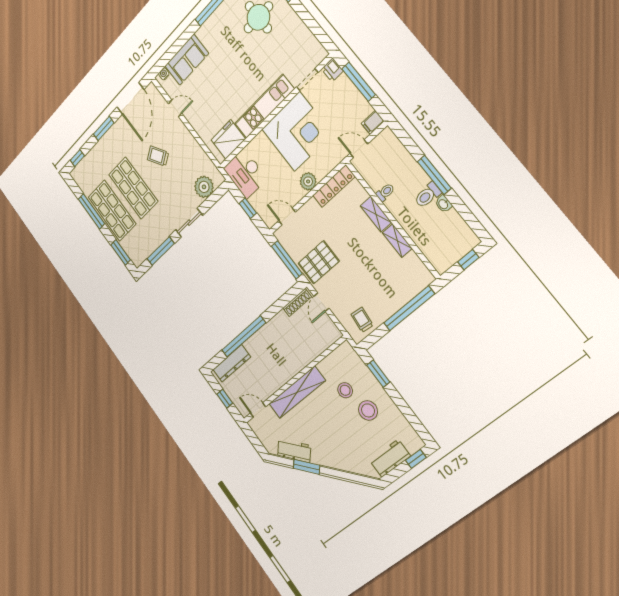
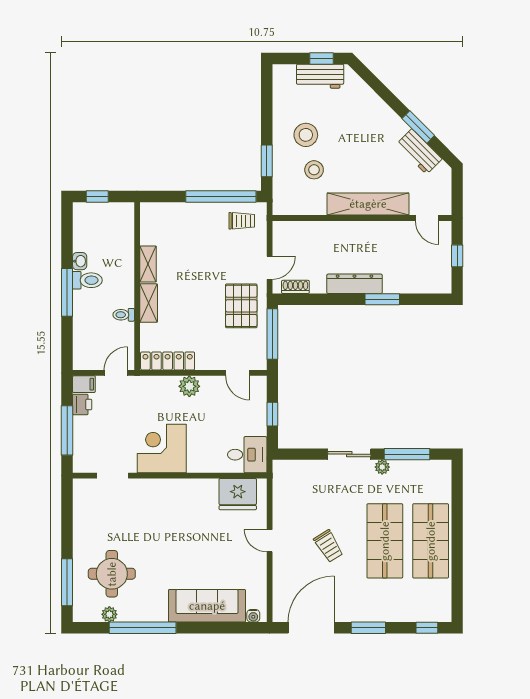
sofa: (187, 60) -> (207, 606), width x1.36
printer: (332, 70) -> (82, 405), moved
kitchen unit: (264, 106) -> (175, 490), removed
door: (175, 108) -> (270, 541), moved
corner desk: (297, 131) -> (162, 448), width x0.74, depth x0.74
door: (359, 149) -> (116, 373), swing flipped
desk: (245, 173) -> (247, 455), width x0.73
plant: (204, 187) -> (382, 467), moved, width x0.53, depth x0.53
window: (91, 211) -> (457, 561), removed
window: (121, 252) -> (457, 492), removed
pallet: (319, 262) -> (241, 306), turned 90
shoe rack: (297, 302) -> (295, 287), width x0.70
window: (409, 308) -> (221, 197), moved
trolley: (362, 320) -> (242, 221), turned -96
window: (244, 336) -> (382, 299), width x0.47
dresser: (232, 363) -> (355, 284), moved
window: (416, 459) -> (322, 58), moved

